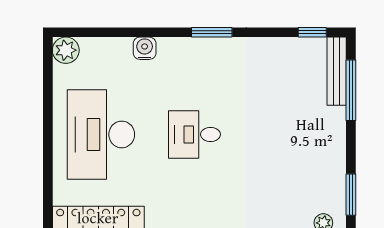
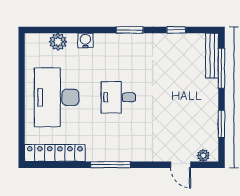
window: (312, 32) -> (176, 30), moved
plant: (66, 50) -> (58, 42), moved
window: (351, 195) -> (221, 124), moved

